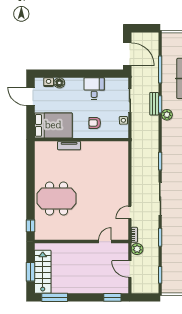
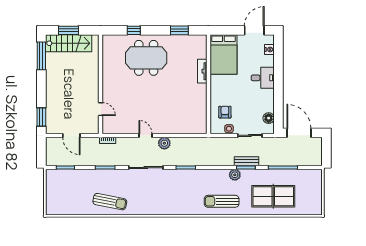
door: (127, 54) -> (299, 133), swing flipped
floor lamp: (59, 83) -> (269, 118), moved
desk: (94, 88) -> (263, 78), moved
armchair: (95, 123) -> (225, 112), moved
window: (30, 167) -> (179, 30), added
meeting table: (57, 198) -> (146, 58), turned 90
door: (130, 212) -> (145, 135), moved
window: (30, 226) -> (134, 30), moved
plant: (137, 249) -> (164, 143), moved
door: (130, 269) -> (71, 135), swing flipped

